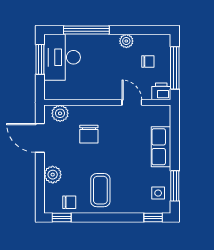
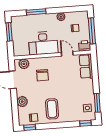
window: (86, 30) -> (36, 12), width x0.69
desk: (62, 57) -> (43, 43), moved, turned -90
row of seats: (161, 147) -> (86, 66), moved

